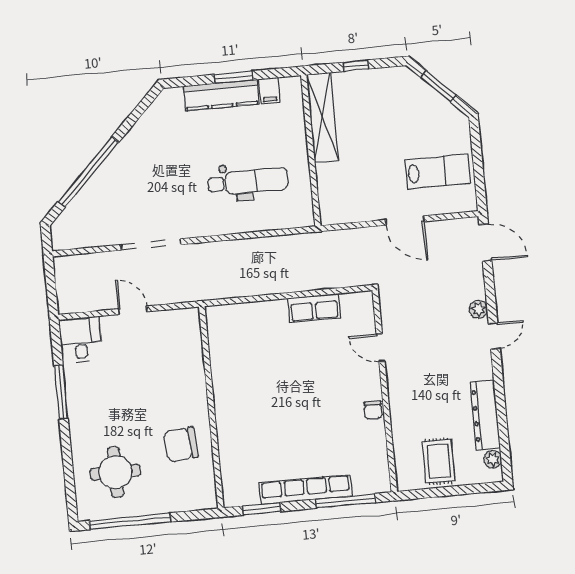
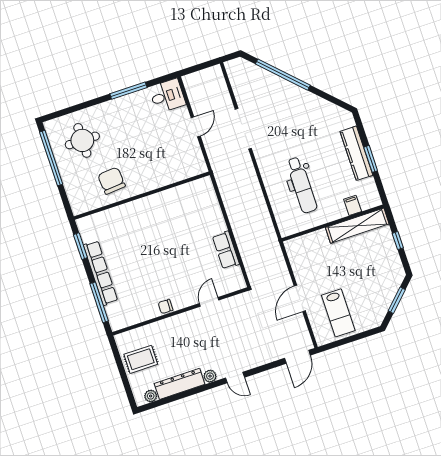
filing cabinet: (269, 91) -> (353, 205), moved, turned 90
plant: (478, 309) -> (210, 376), moved

